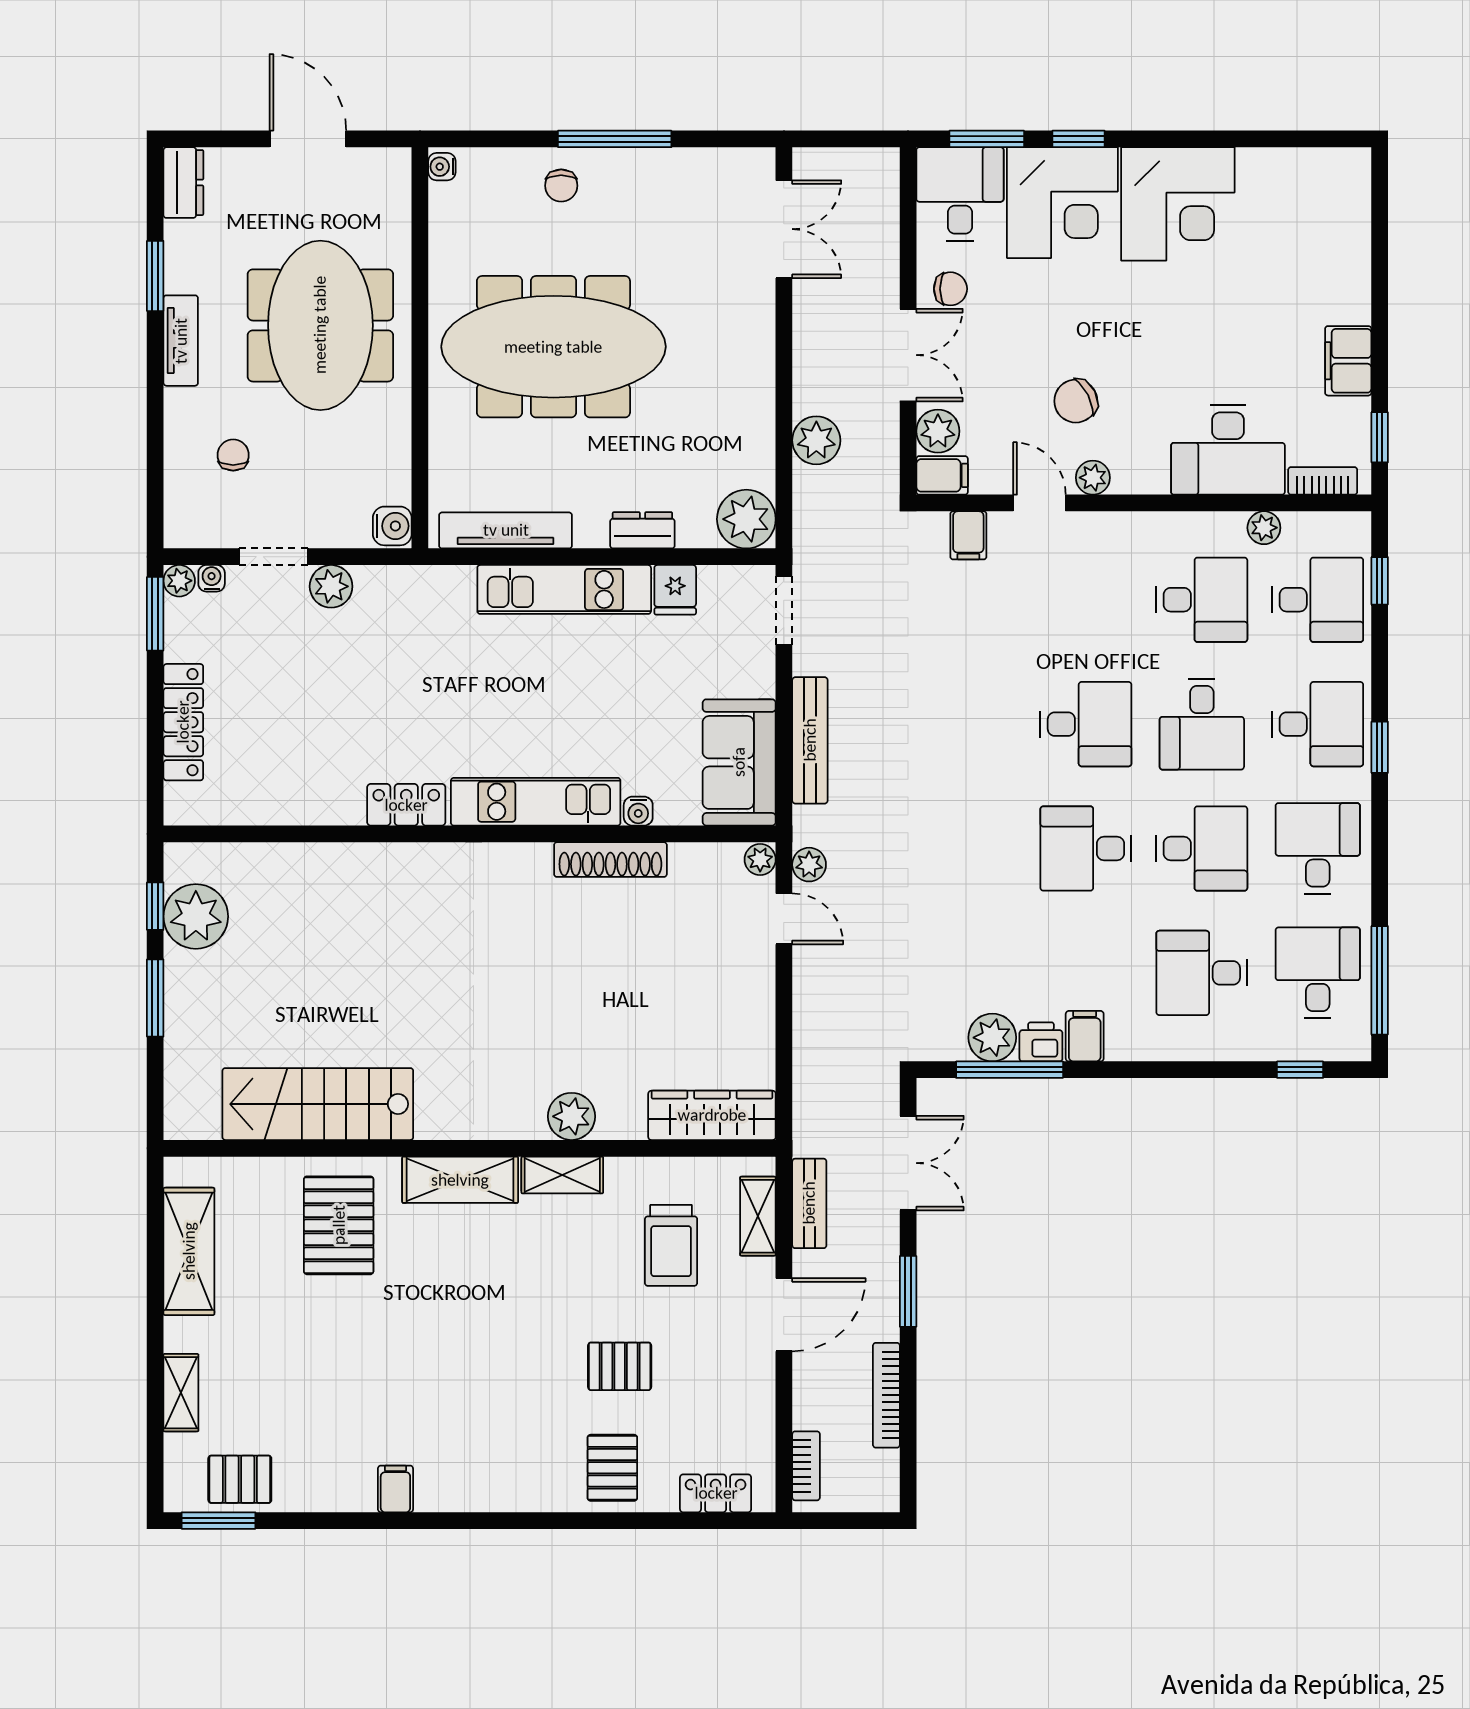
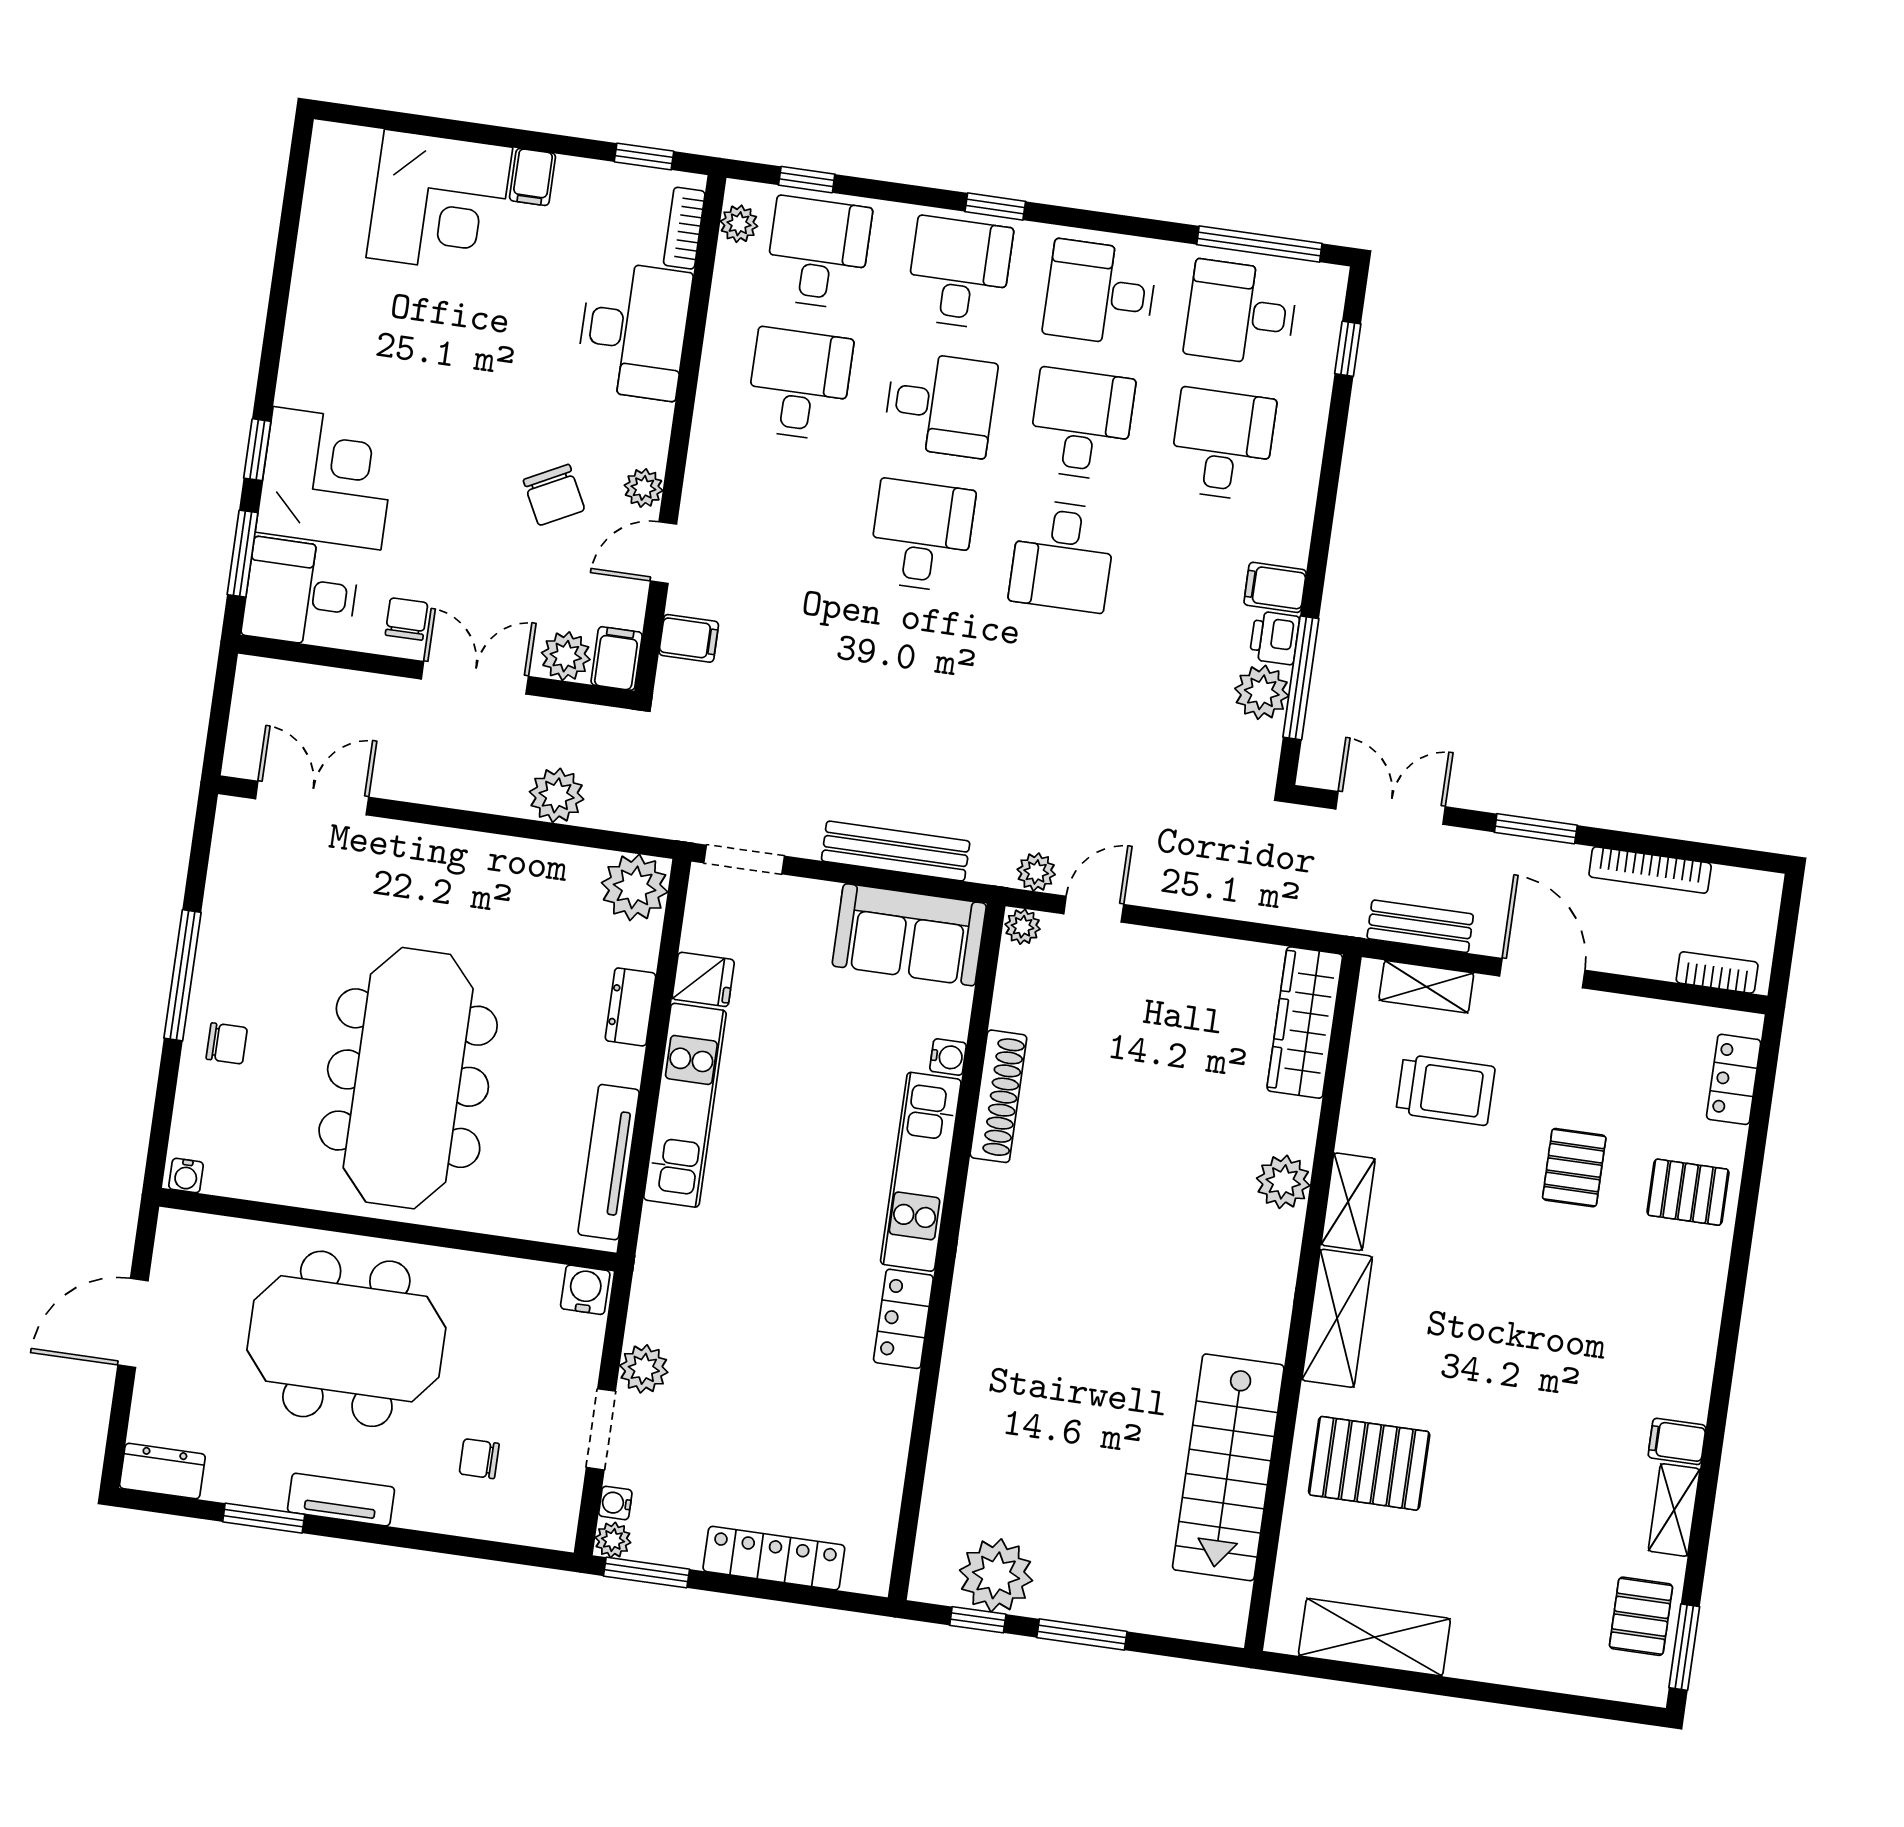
corner desk: (1178, 204) -> (439, 203), moved, turned 90
filing cabinet: (1348, 361) -> (533, 177), width x0.50
plant: (1264, 528) -> (739, 224), moved
desk: (1202, 973) -> (1222, 444), turned 180
shelving: (181, 1393) -> (1674, 1510), moved, turned 90

